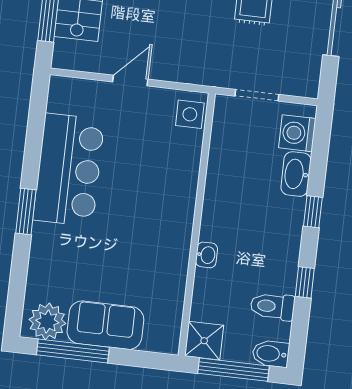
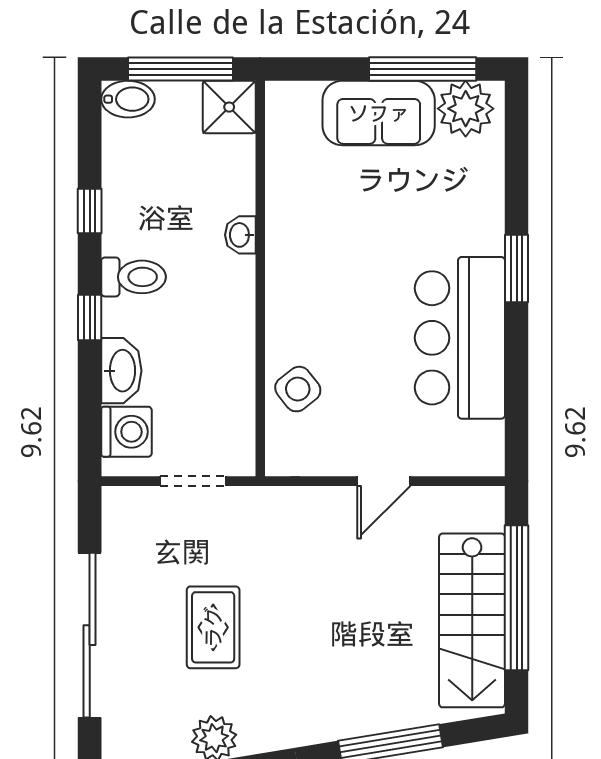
side table: (190, 114) -> (298, 389), moved, turned -38
toilet: (272, 306) -> (134, 277), moved

